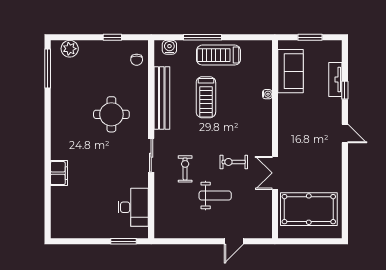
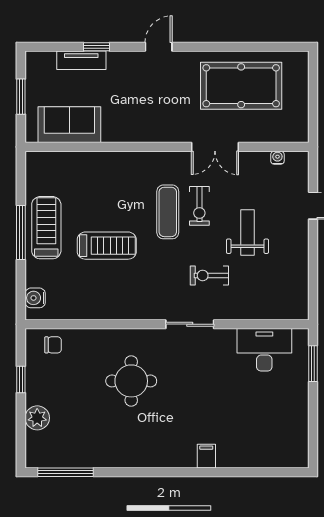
window: (202, 37) -> (21, 232), moved
plant: (70, 49) -> (37, 418), moved
treadmill: (218, 55) -> (46, 228), turned 180
water cooler: (267, 94) -> (277, 158), moved
bench: (162, 98) -> (108, 309), removed
exercise mat: (229, 140) -> (168, 212), added
filing cabinet: (59, 173) -> (206, 456), width x0.50
pool table: (309, 209) -> (241, 86), moved, turned 90

